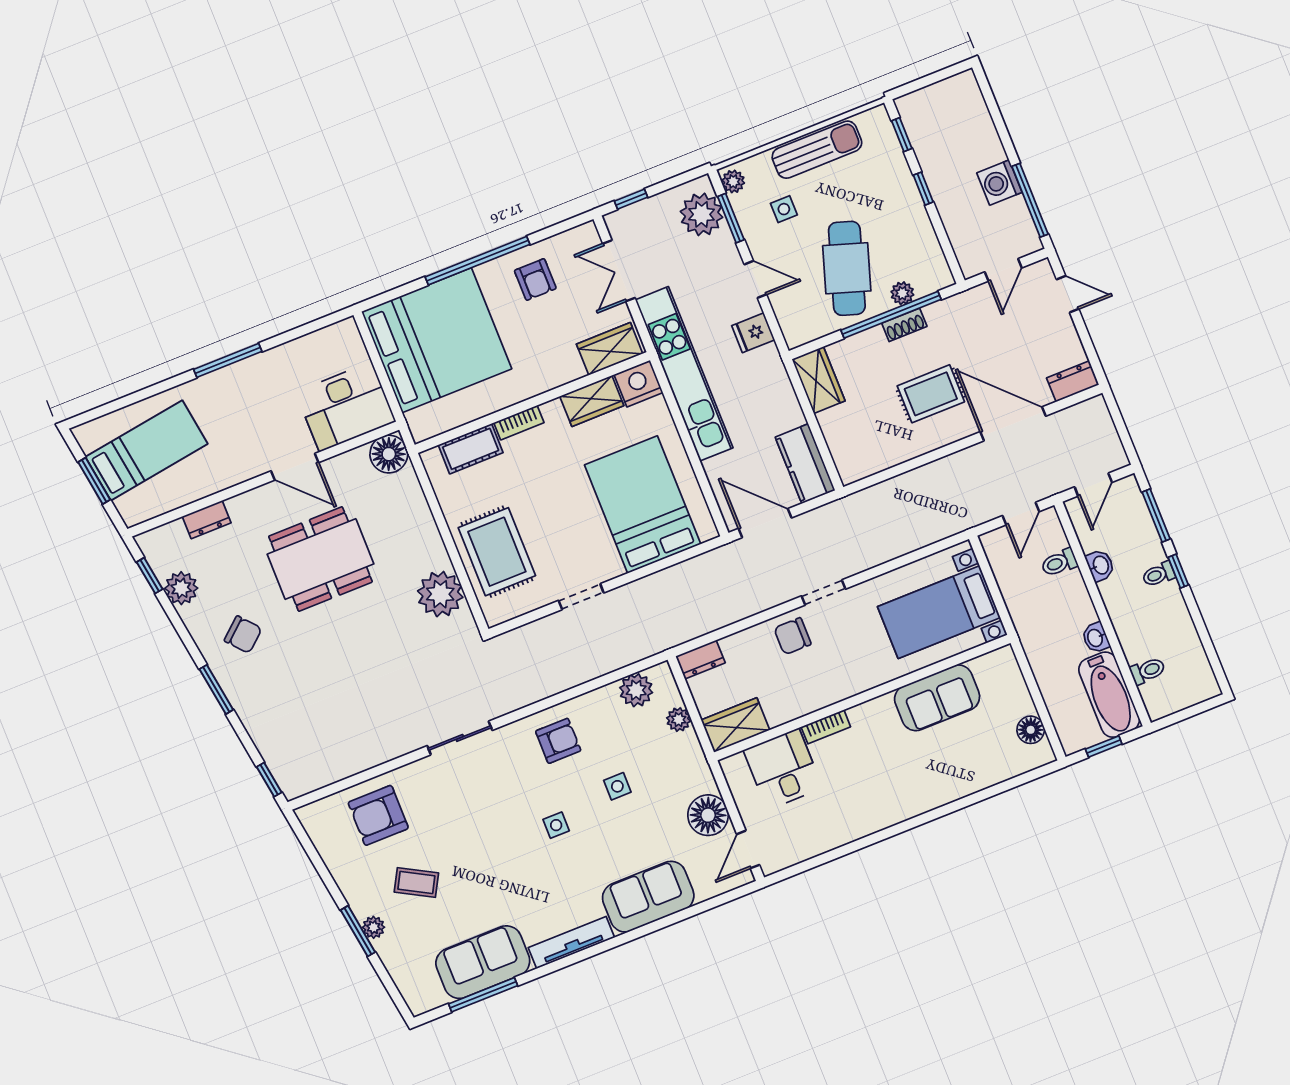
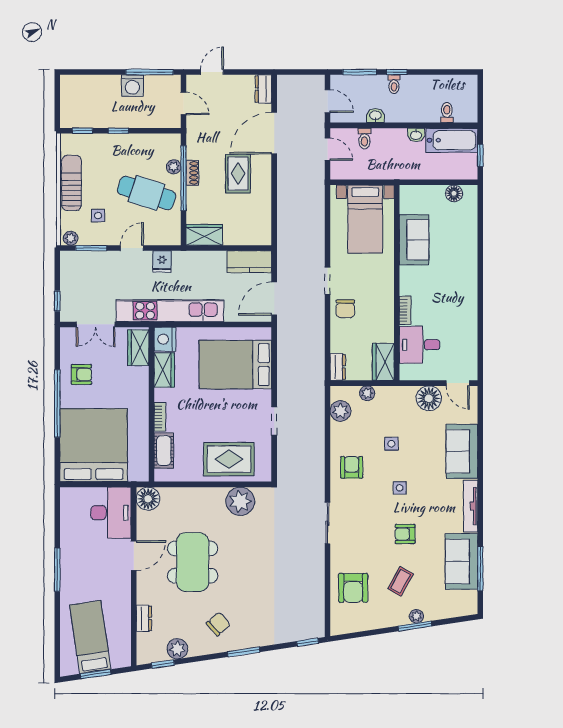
plant: (702, 214) -> (82, 264), removed
armchair: (490, 861) -> (405, 534), added

